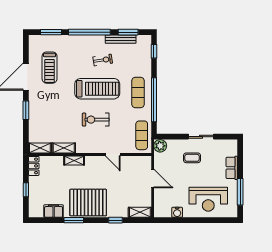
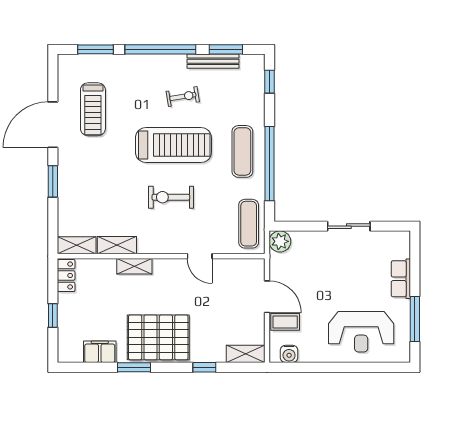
coffee table: (192, 158) -> (285, 322), moved
water cooler: (177, 212) -> (289, 354), moved

